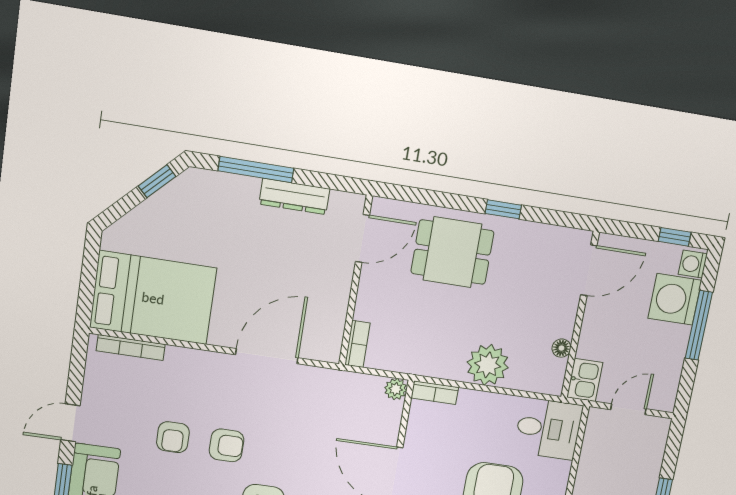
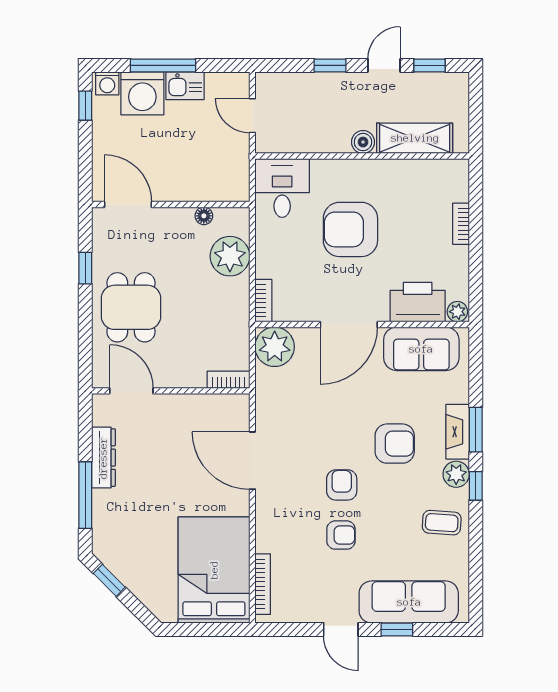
door: (589, 270) -> (128, 205), moved
wall: (580, 315) -> (171, 205), moved
floor lamp: (561, 348) -> (204, 216), moved
kitchen sink: (585, 380) -> (185, 86), moved, turned 180
plant: (396, 389) -> (275, 347), width x1.88, depth x1.88

